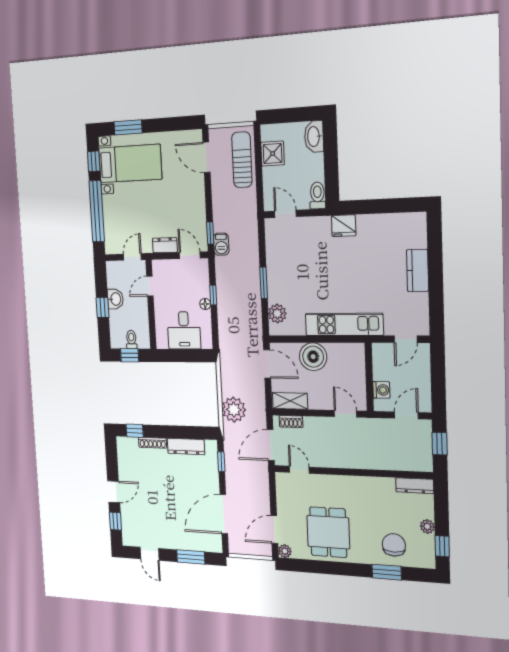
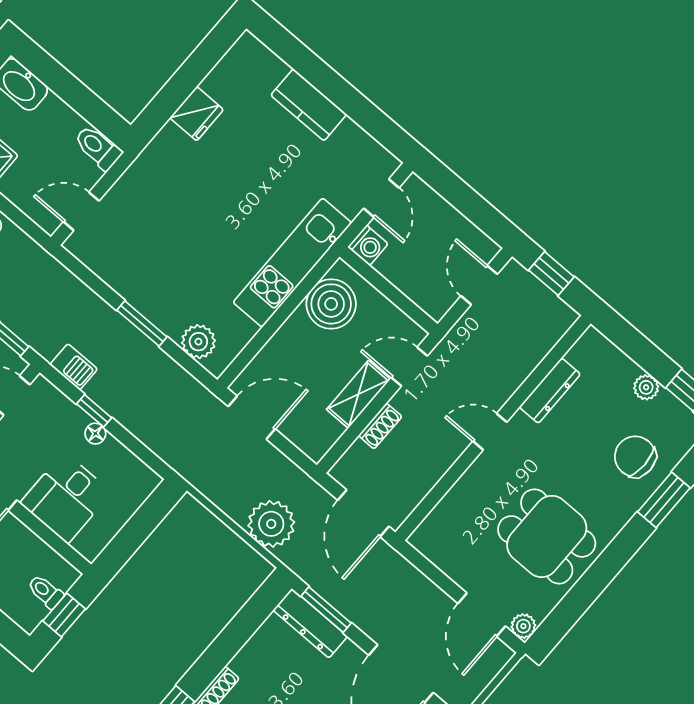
fridge: (344, 226) -> (197, 114), moved
barbecue: (221, 244) -> (74, 367), moved
desk: (184, 330) -> (66, 498), moved, turned 90
boiler: (313, 357) -> (331, 304), moved
washing machine: (381, 390) -> (368, 245), moved, turned 90
shelving: (290, 401) -> (358, 394), moved
shoe rack: (291, 422) -> (380, 426), moved
dresser: (186, 447) -> (310, 623), moved, turned 90
window: (221, 462) -> (326, 610), width x1.50
door: (299, 470) -> (490, 432), moved
dresser: (415, 486) -> (550, 391), moved

